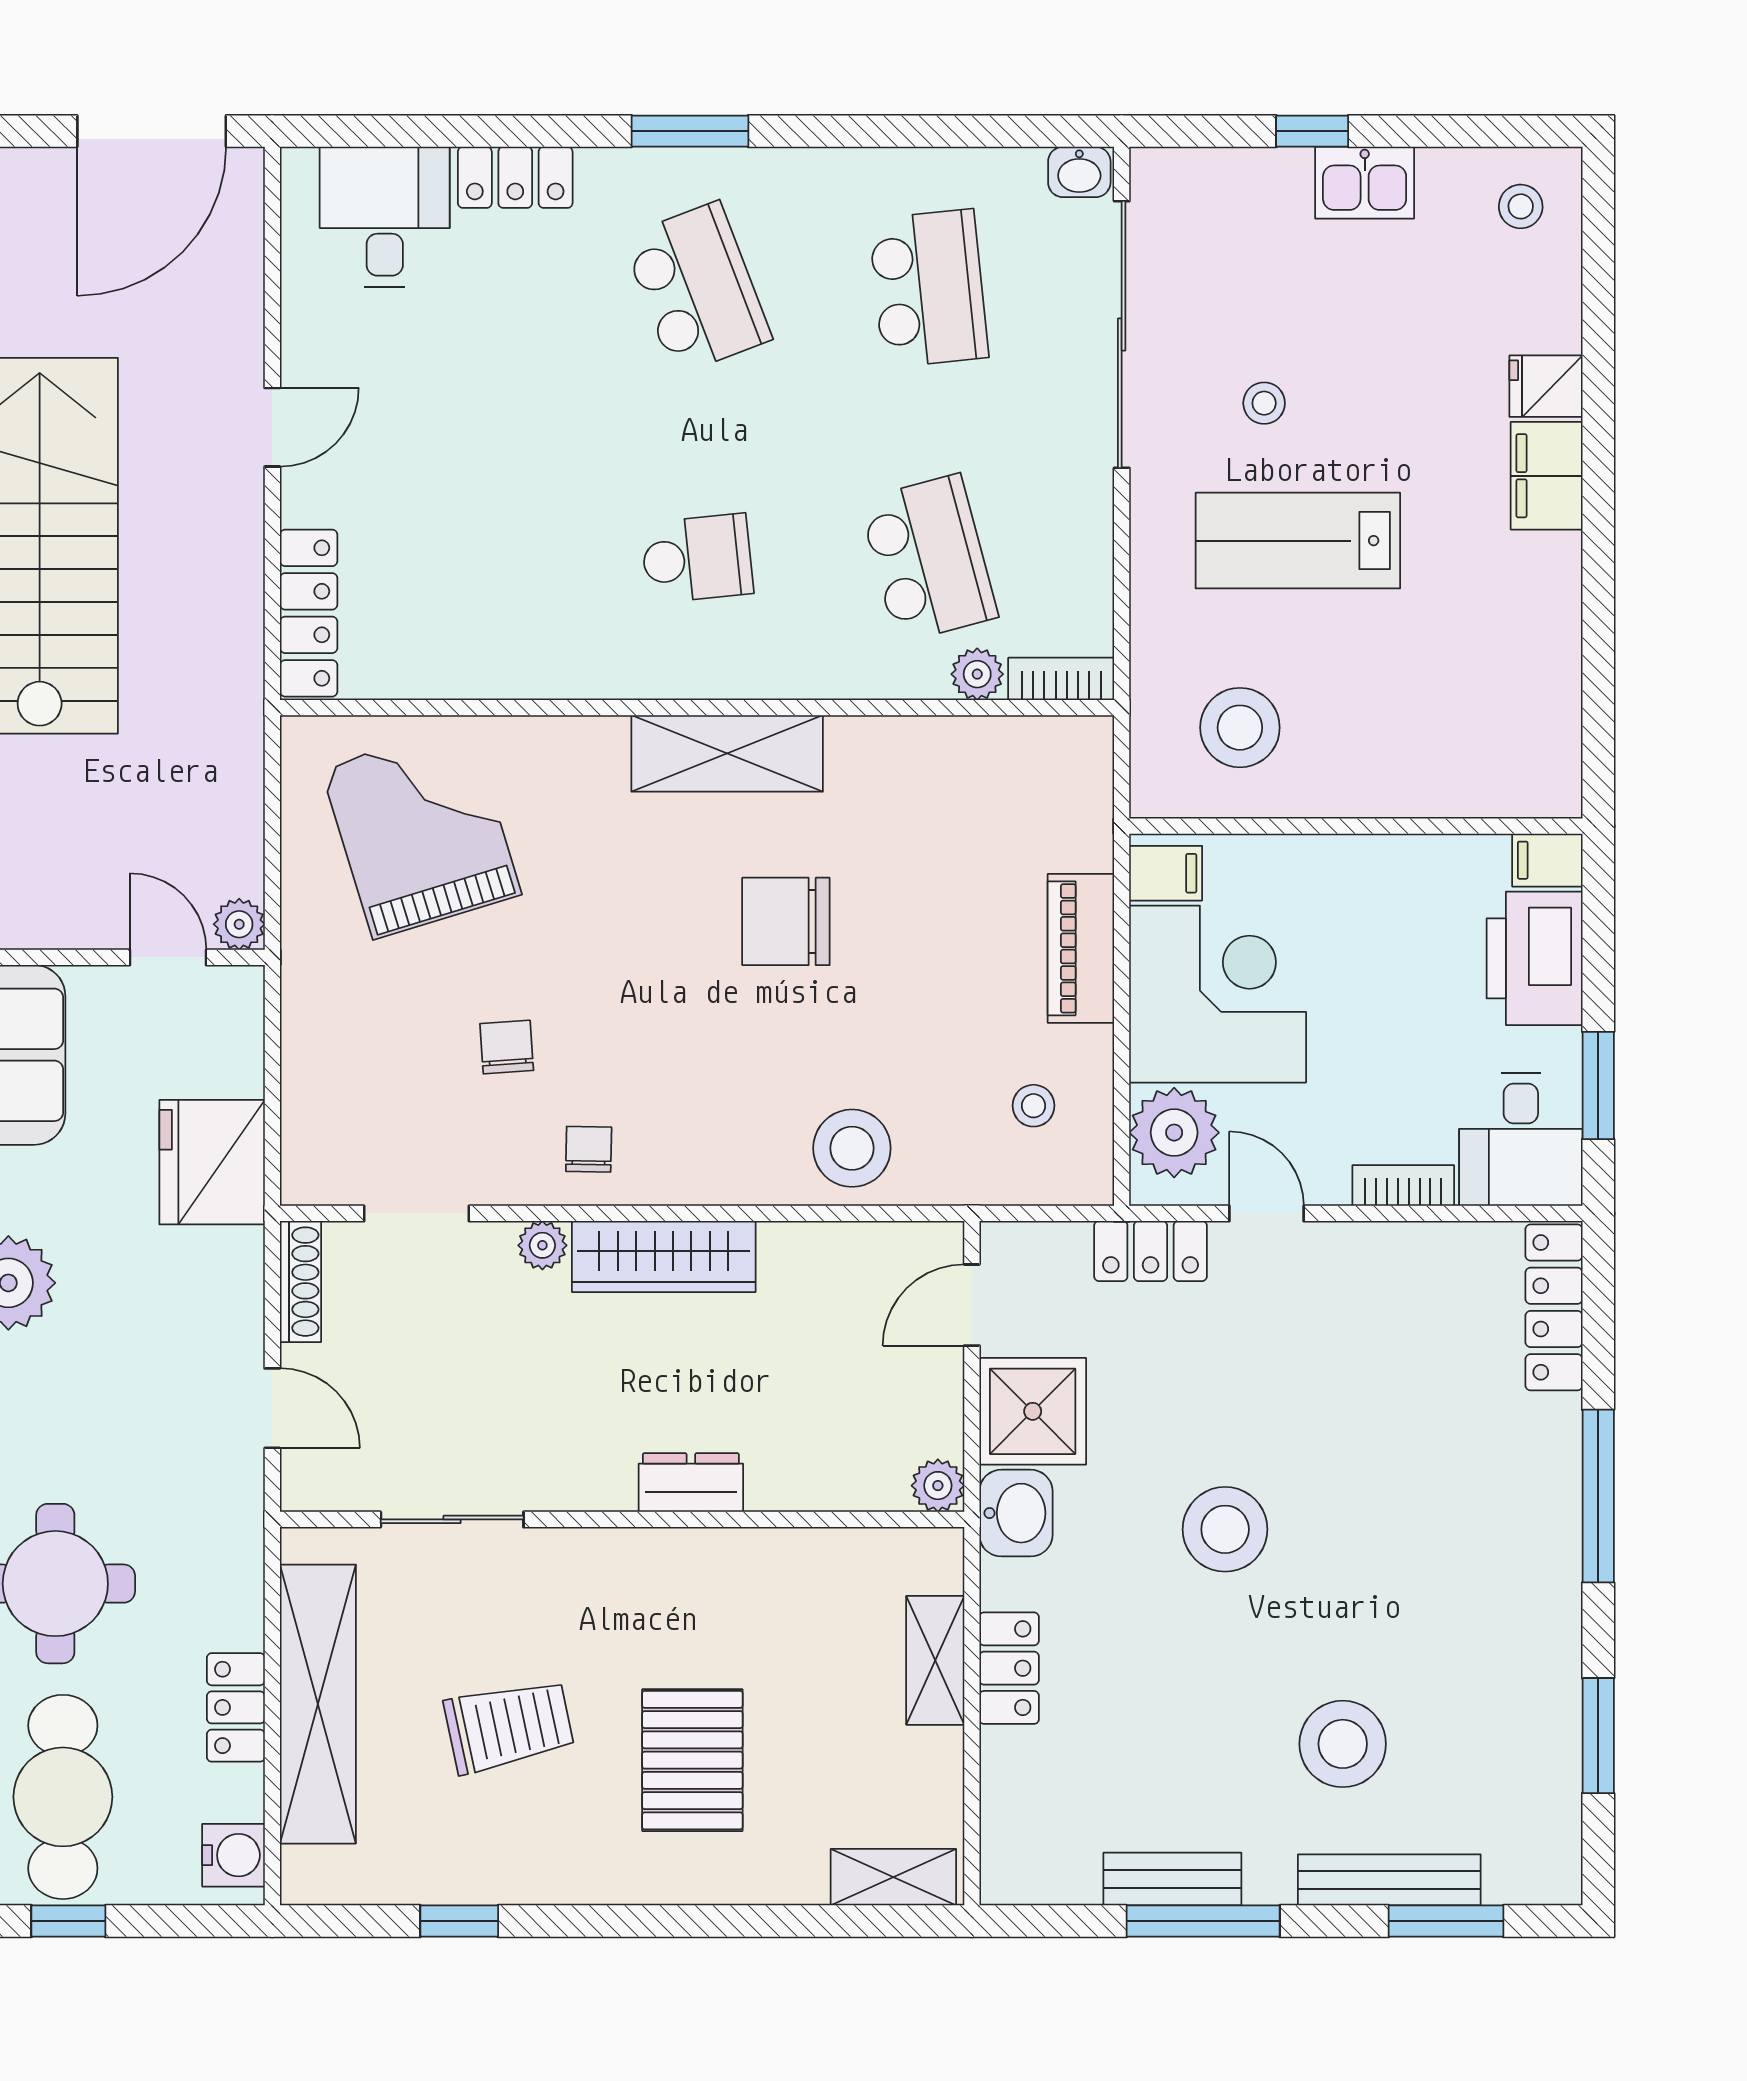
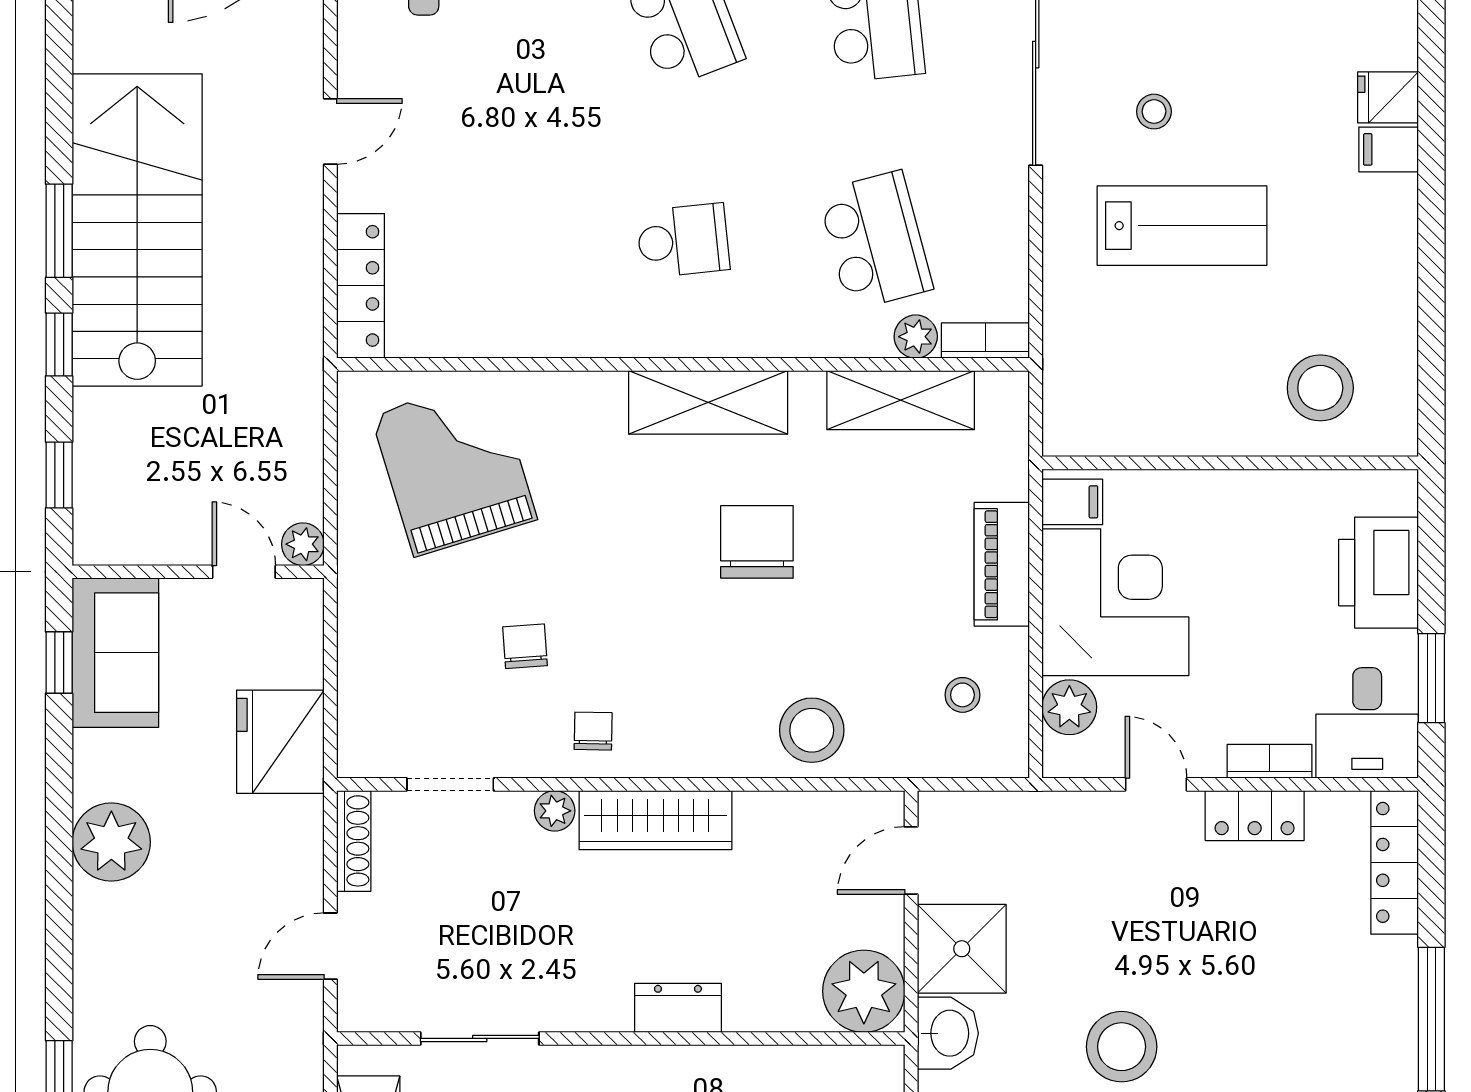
filing cabinet: (1547, 476) -> (1389, 149), width x0.50
lab bench: (1298, 541) -> (1182, 226), turned 180
stool: (1240, 728) -> (1320, 388), moved
shelving: (959, 751) -> (901, 400), added
filing cabinet: (1547, 860) -> (1389, 491), removed
chair: (786, 921) -> (757, 542), turned 90
plant: (1174, 1133) -> (1069, 707), width x0.73, depth x0.73
locker: (1151, 1251) -> (1255, 816), moved
door: (272, 1408) -> (330, 946), swing flipped
plant: (938, 1486) -> (864, 991), width x1.88, depth x1.88

